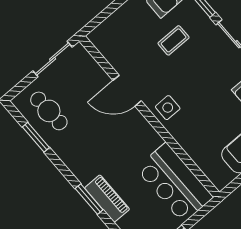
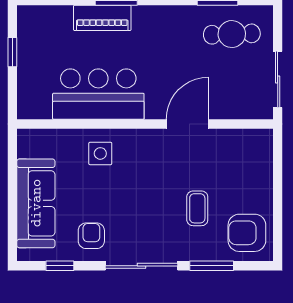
side table: (168, 108) -> (100, 153), moved
bar counter: (175, 183) -> (98, 94), moved

